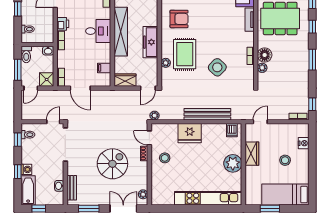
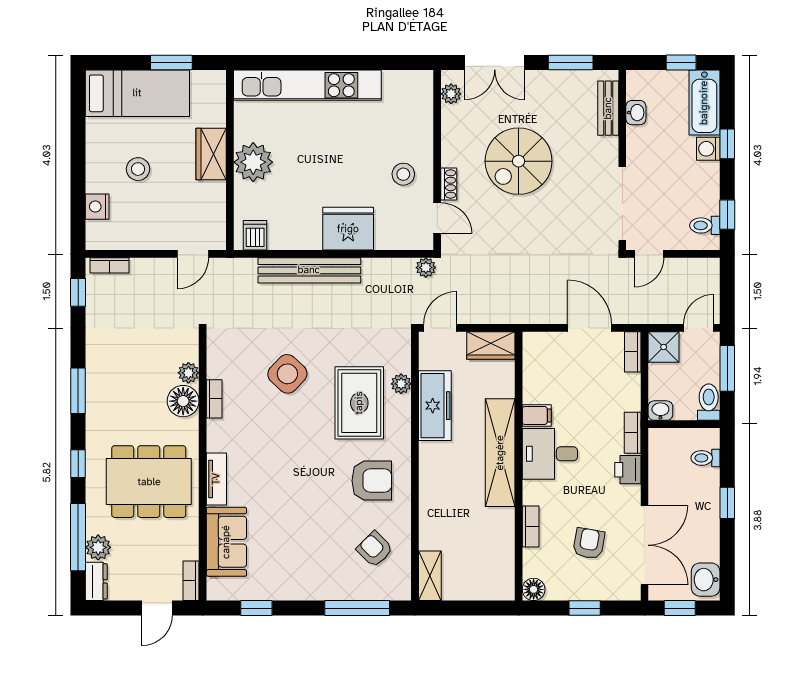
armchair: (179, 19) -> (372, 481), turned 180
freezer: (150, 42) -> (435, 406), moved
filing cabinet: (104, 68) -> (537, 415), moved
wardrobe: (252, 154) -> (211, 154), moved

